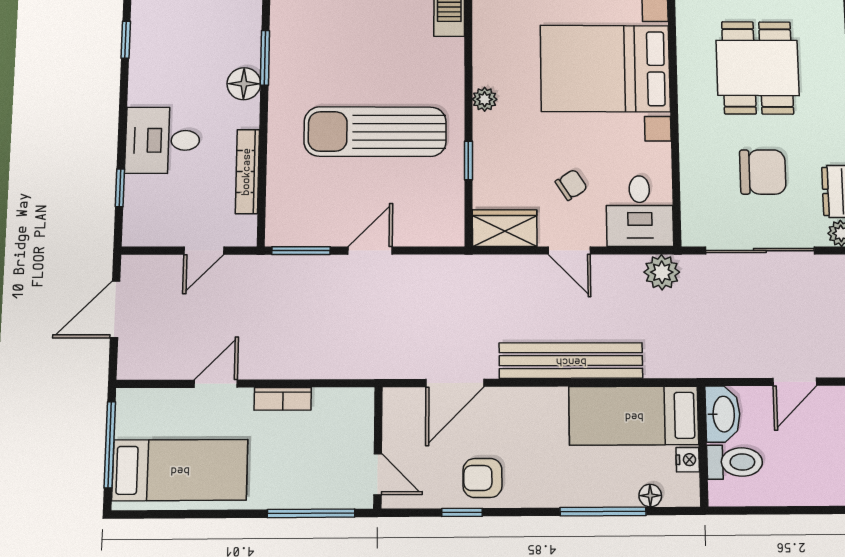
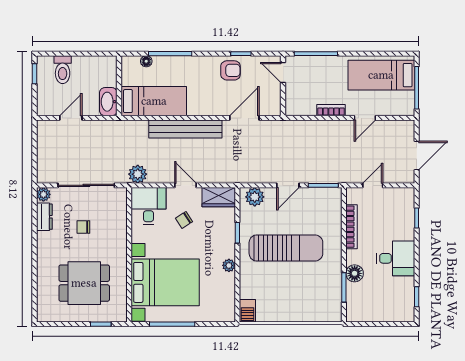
dining table: (757, 68) -> (84, 283), turned 90
desk: (163, 140) -> (396, 258), moved
chair: (763, 172) -> (83, 227), width x0.54, depth x0.54
plant: (435, 229) -> (255, 197), added
nightstand: (688, 460) -> (127, 79), removed
toilet: (735, 462) -> (63, 70), moved, turned -90

